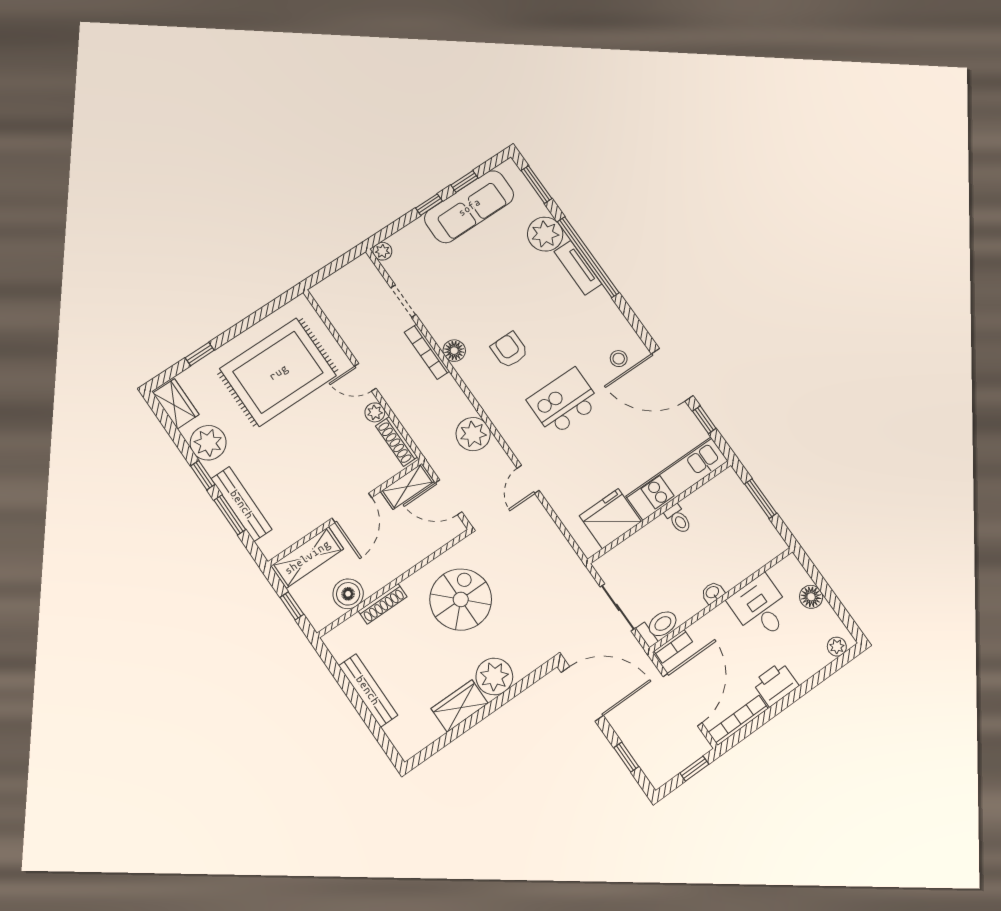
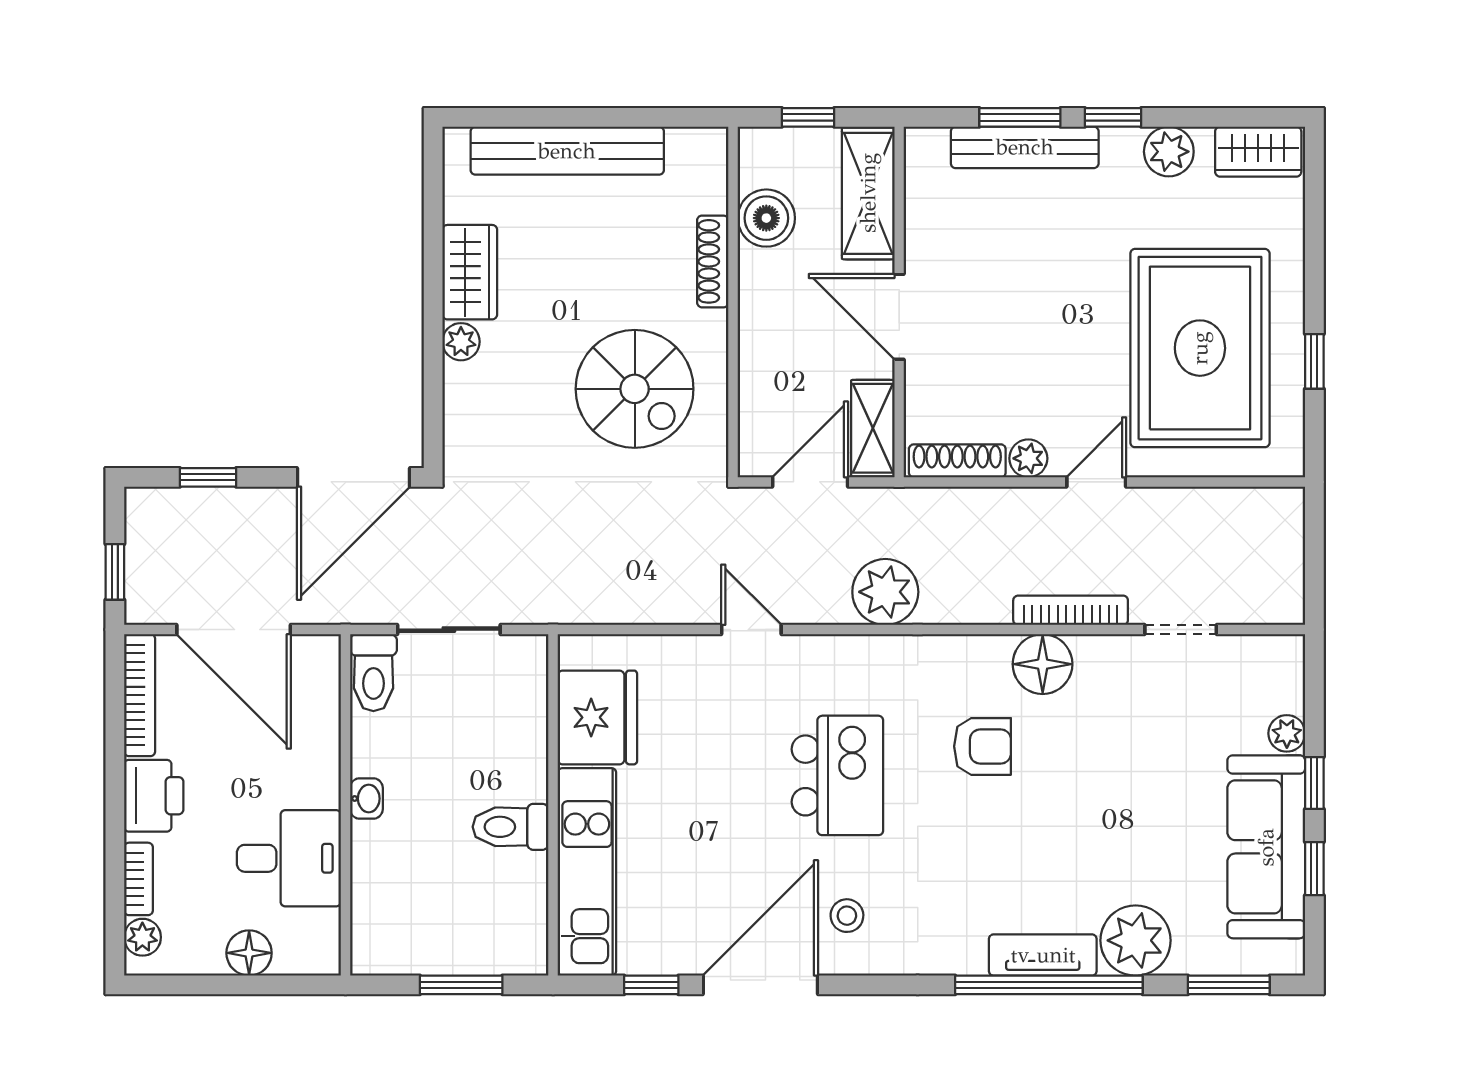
plant: (382, 251) -> (1287, 733), moved
floor lamp: (454, 351) -> (1043, 664), width x1.38, depth x1.38
window: (200, 354) -> (1314, 361), moved
plant: (208, 443) -> (1169, 152), width x0.73, depth x0.73
toilet: (678, 519) -> (511, 827), width x1.37, depth x1.39
bookcase: (673, 646) -> (138, 879), moved, turned 180
plant: (494, 676) -> (461, 342), width x0.53, depth x0.53
bench: (368, 690) -> (567, 151), width x1.37, depth x1.21

